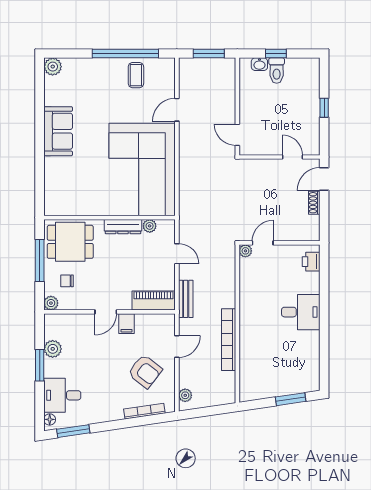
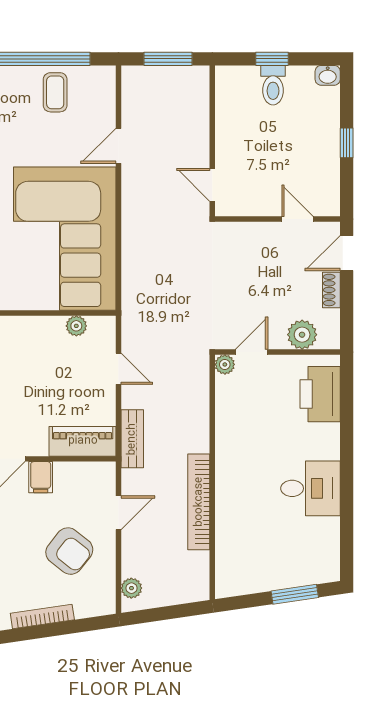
washbasin: (259, 64) -> (328, 75), moved
dresser: (123, 227) -> (35, 327), removed
plant: (295, 232) -> (302, 335), added
printer: (311, 262) -> (320, 394), width x1.87, depth x1.48
desk: (301, 312) -> (310, 488), moved
bookcase: (144, 411) -> (42, 617), moved

